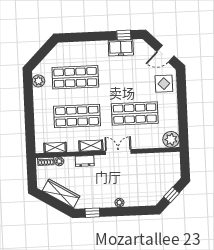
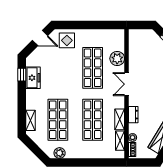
shelving: (73, 47) -> (30, 120), added
door: (165, 54) -> (40, 38), hinge flipped
plant: (171, 139) -> (117, 59), moved
shelving: (91, 146) -> (120, 119), moved

